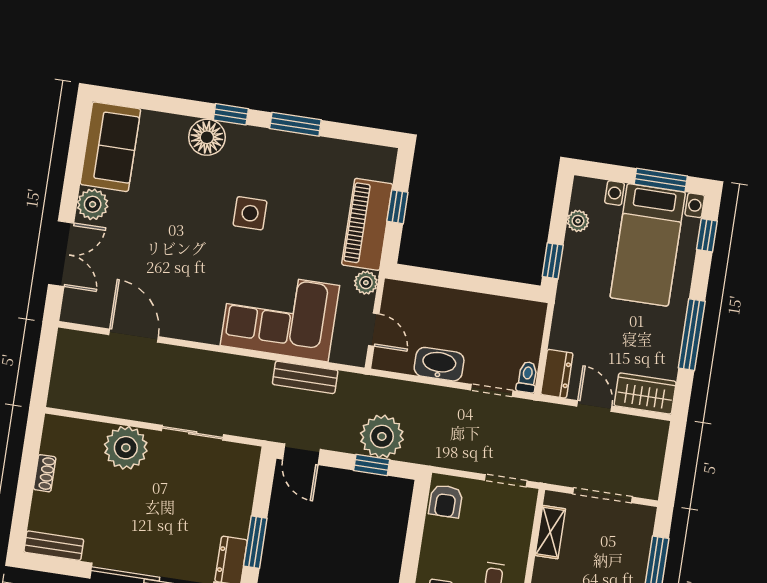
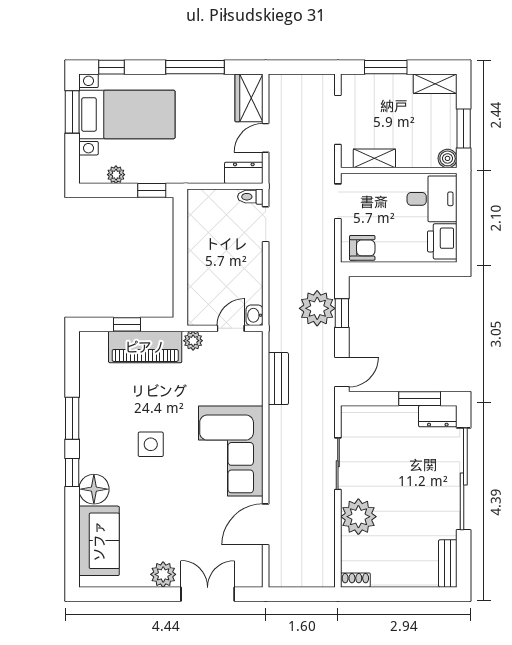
sofa: (110, 147) -> (99, 541), moved, turned 90
corner sofa: (280, 315) -> (231, 451), moved
washbasin: (439, 364) -> (255, 315), moved, width x0.52, depth x0.69
shoe rack: (45, 473) -> (355, 580), moved

